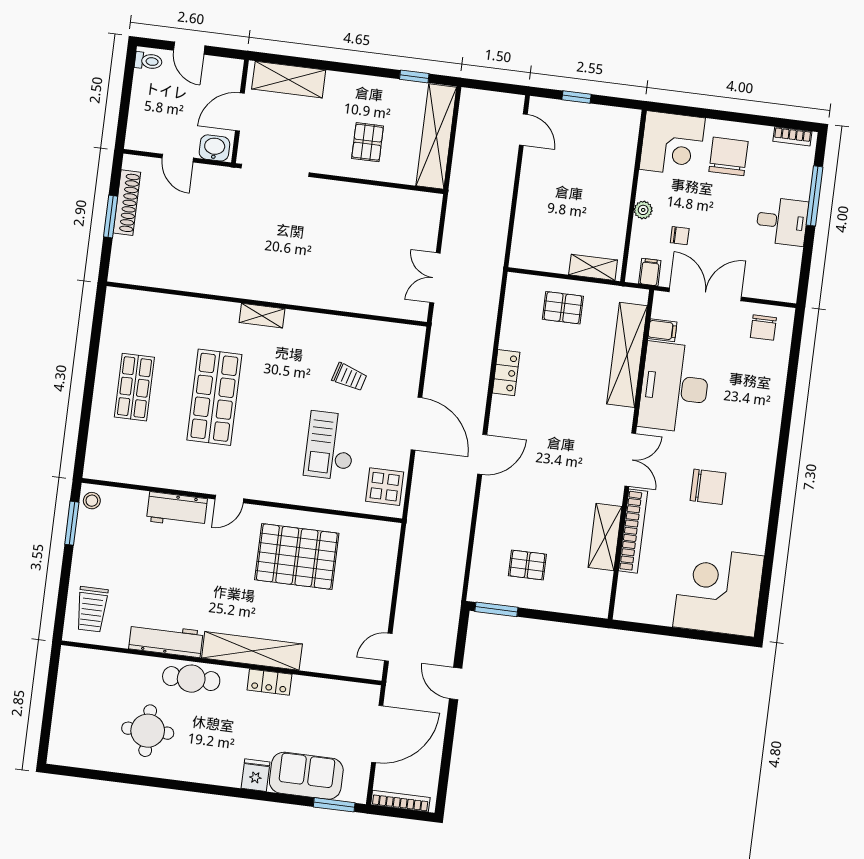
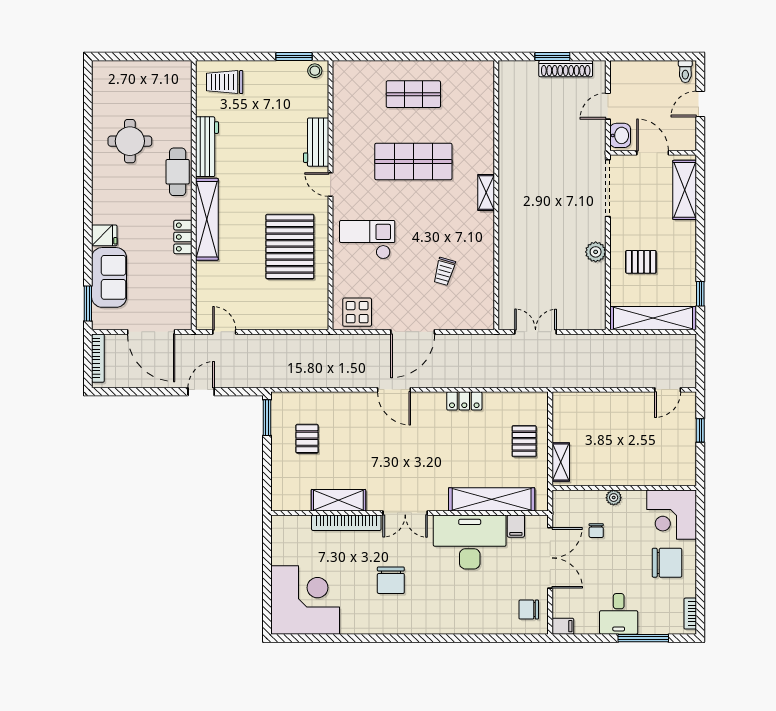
plant: (349, 195) -> (596, 252), added
filing cabinet: (650, 272) -> (563, 626), moved
checkout: (330, 446) -> (367, 240), moved

